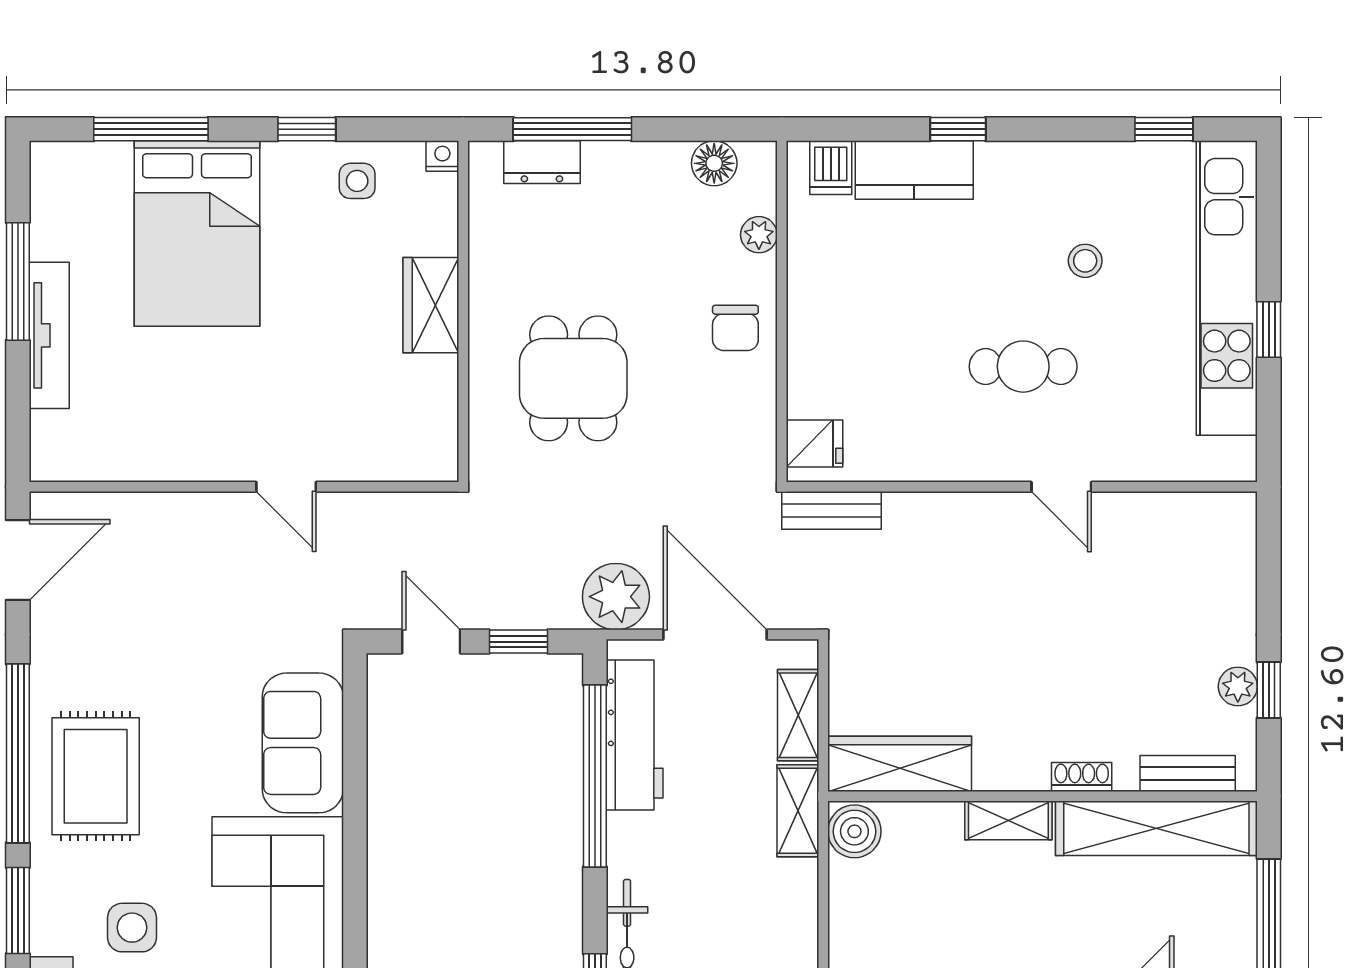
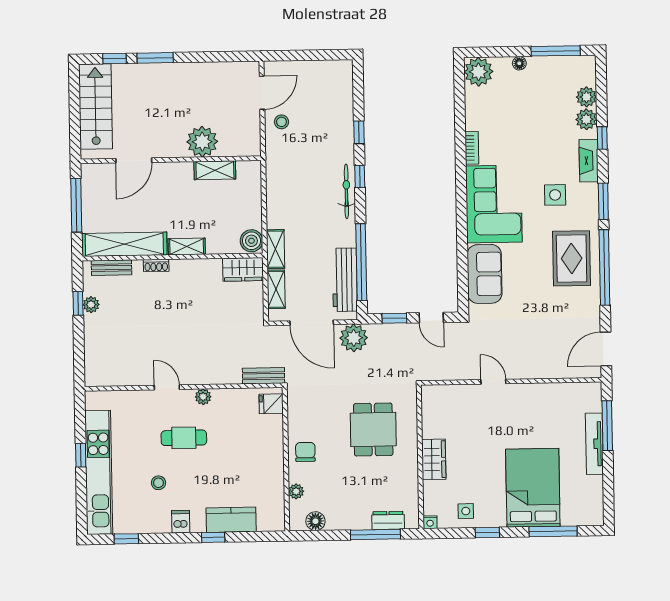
dishwasher: (831, 168) -> (181, 522), moved
window: (18, 281) -> (607, 426), moved
plant: (976, 463) -> (203, 397), added
wardrobe: (900, 764) -> (243, 269), width x0.67

